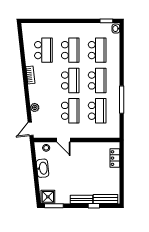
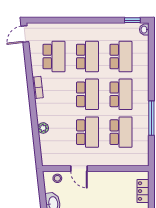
door: (31, 129) -> (25, 34), moved

